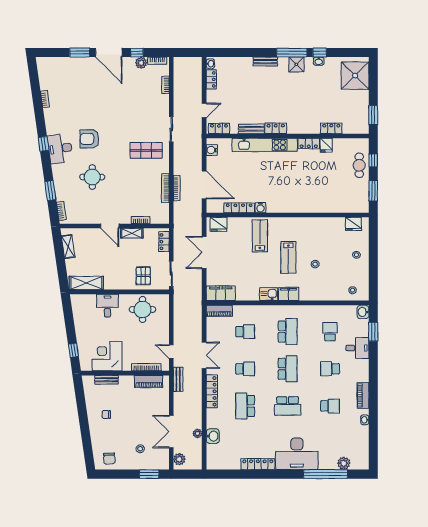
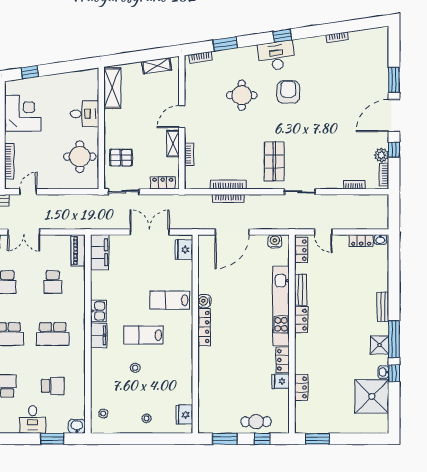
shower: (355, 76) -> (372, 396), moved
locker: (239, 208) -> (204, 327), moved
lab bench: (260, 236) -> (170, 300), turned 180

